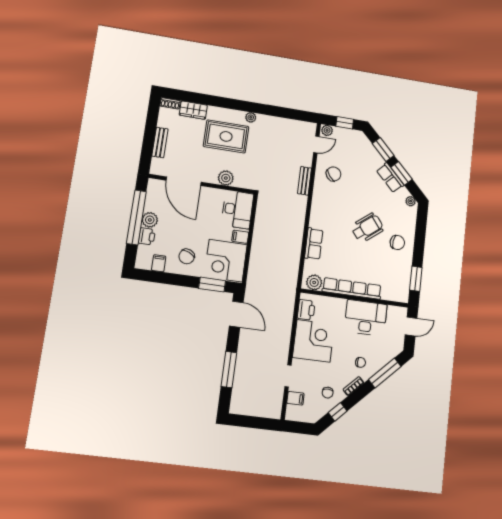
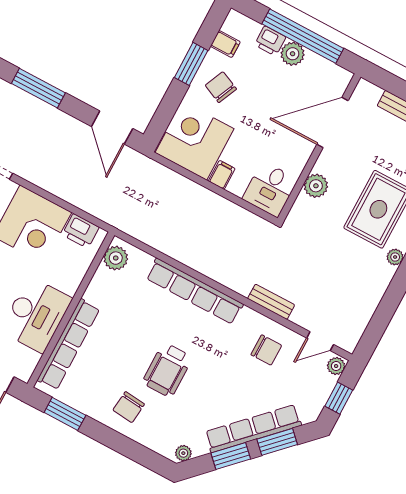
door: (316, 144) -> (320, 341), hinge flipped
chair: (333, 174) -> (266, 350), turned -52
row of seats: (390, 178) -> (253, 429), width x2.02
desk: (237, 209) -> (270, 189), width x0.73
wheelchair: (367, 228) -> (167, 370), turned 38
row of seats: (314, 244) -> (195, 291), width x2.02
window: (212, 285) -> (191, 64), moved
row of seats: (352, 288) -> (68, 344), moved
door: (236, 314) -> (112, 128), hinge flipped

